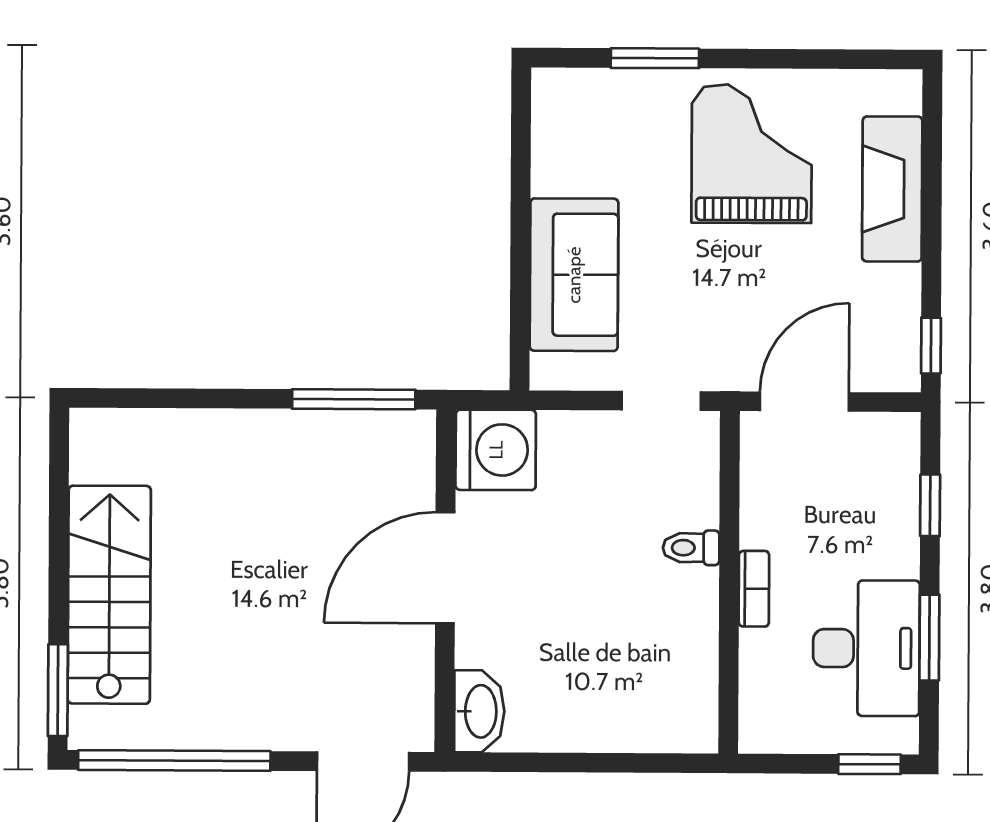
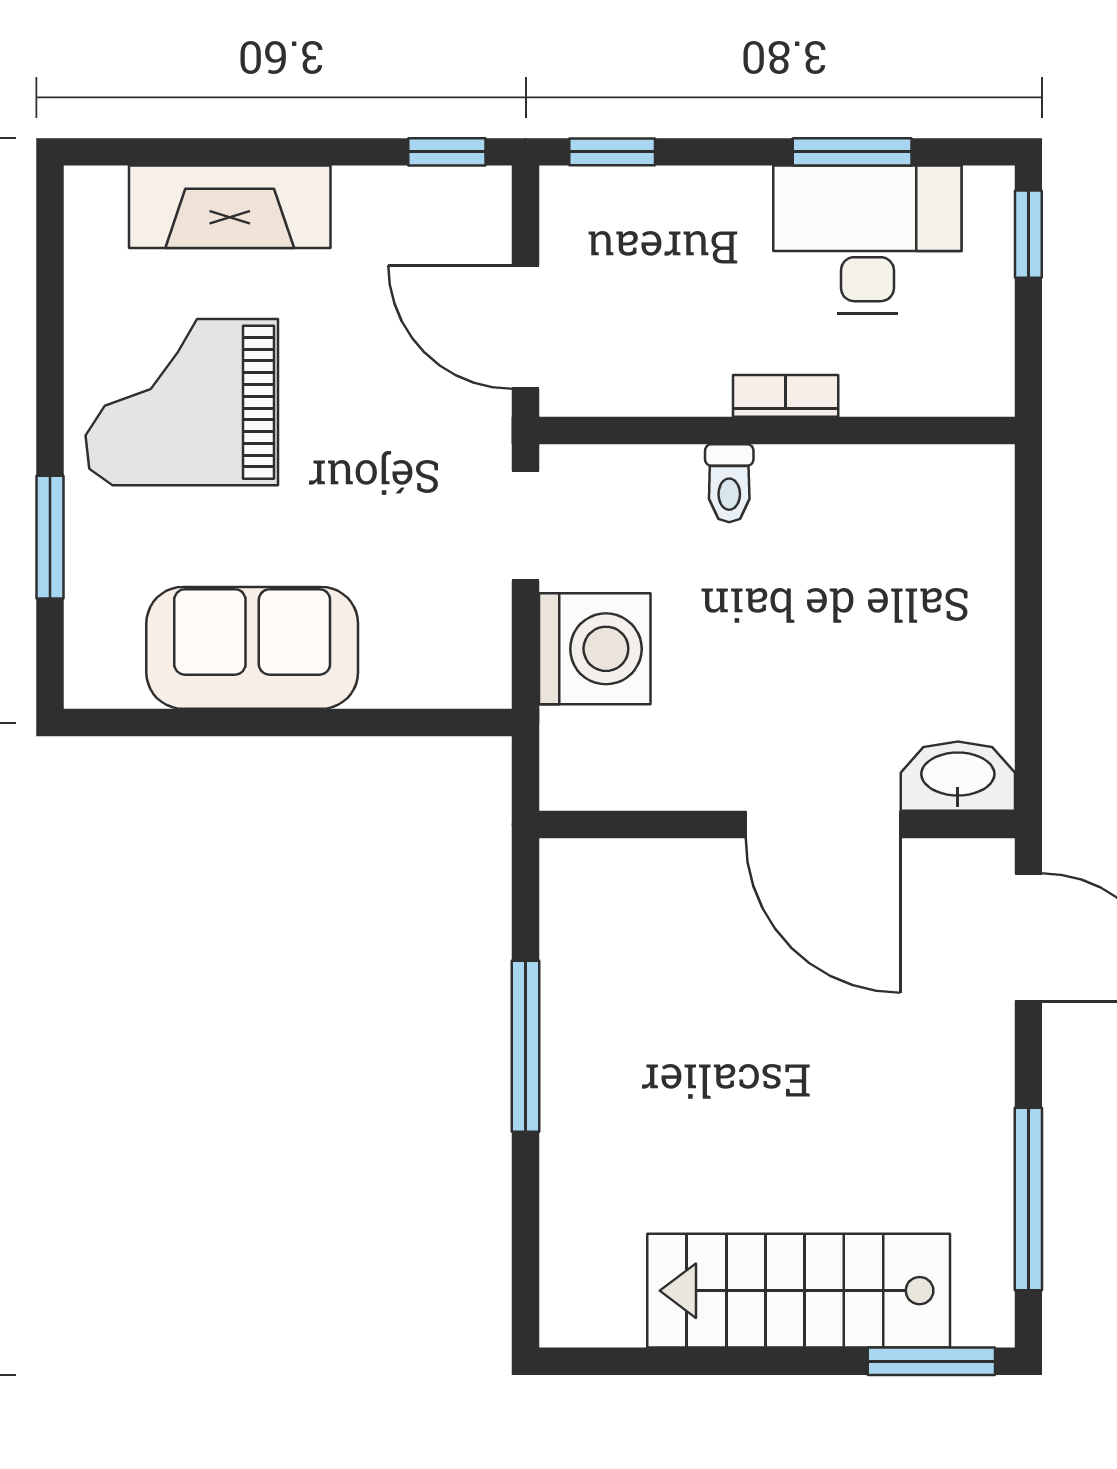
sofa: (574, 275) -> (252, 648), moved
window: (354, 399) -> (526, 1046), moved
washing machine: (496, 450) -> (595, 649), moved, turned 90
window: (930, 505) -> (612, 152), moved
door: (445, 568) -> (823, 824), moved
window: (174, 761) -> (1028, 1199), width x0.68

